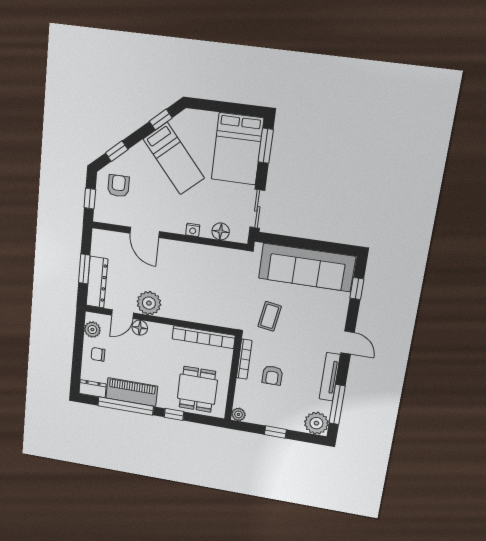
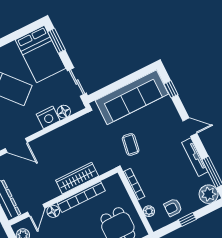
nightstand: (193, 230) -> (48, 117), width x1.89, depth x1.79
plant: (149, 303) -> (49, 190), removed
wardrobe: (188, 312) -> (77, 178), added
bookcase: (204, 337) -> (81, 197), moved
armchair: (272, 375) -> (173, 207), moved, turned 90
plant: (238, 414) -> (149, 211), moved

